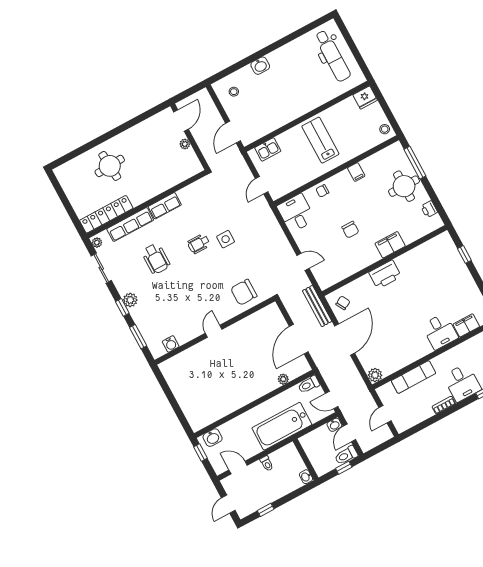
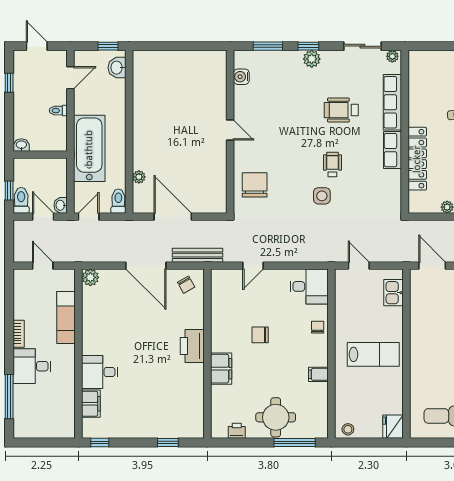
locker: (106, 214) -> (417, 159), moved

